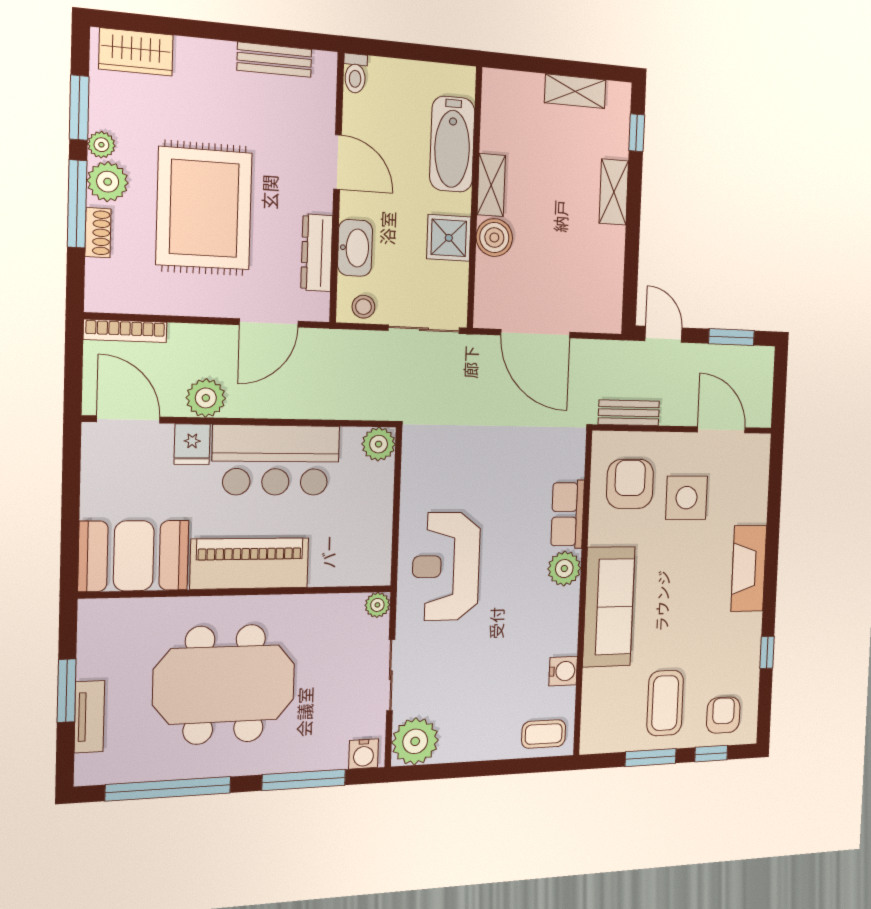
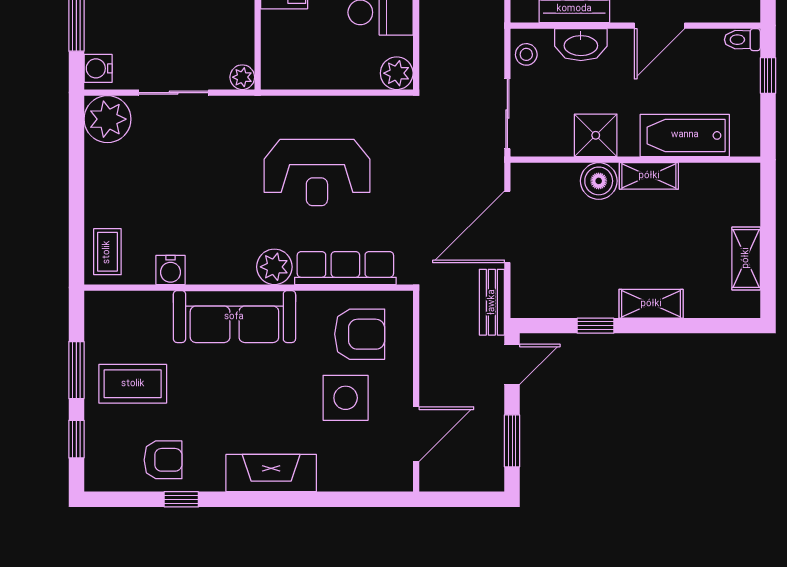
window: (394, 50) -> (768, 75), added
window: (637, 133) -> (595, 326), moved
bench: (629, 413) -> (492, 302), moved
row of seats: (568, 514) -> (345, 268), width x1.48
reception desk: (446, 566) -> (317, 173), moved, turned 180
armchair: (723, 715) -> (163, 460), moved

